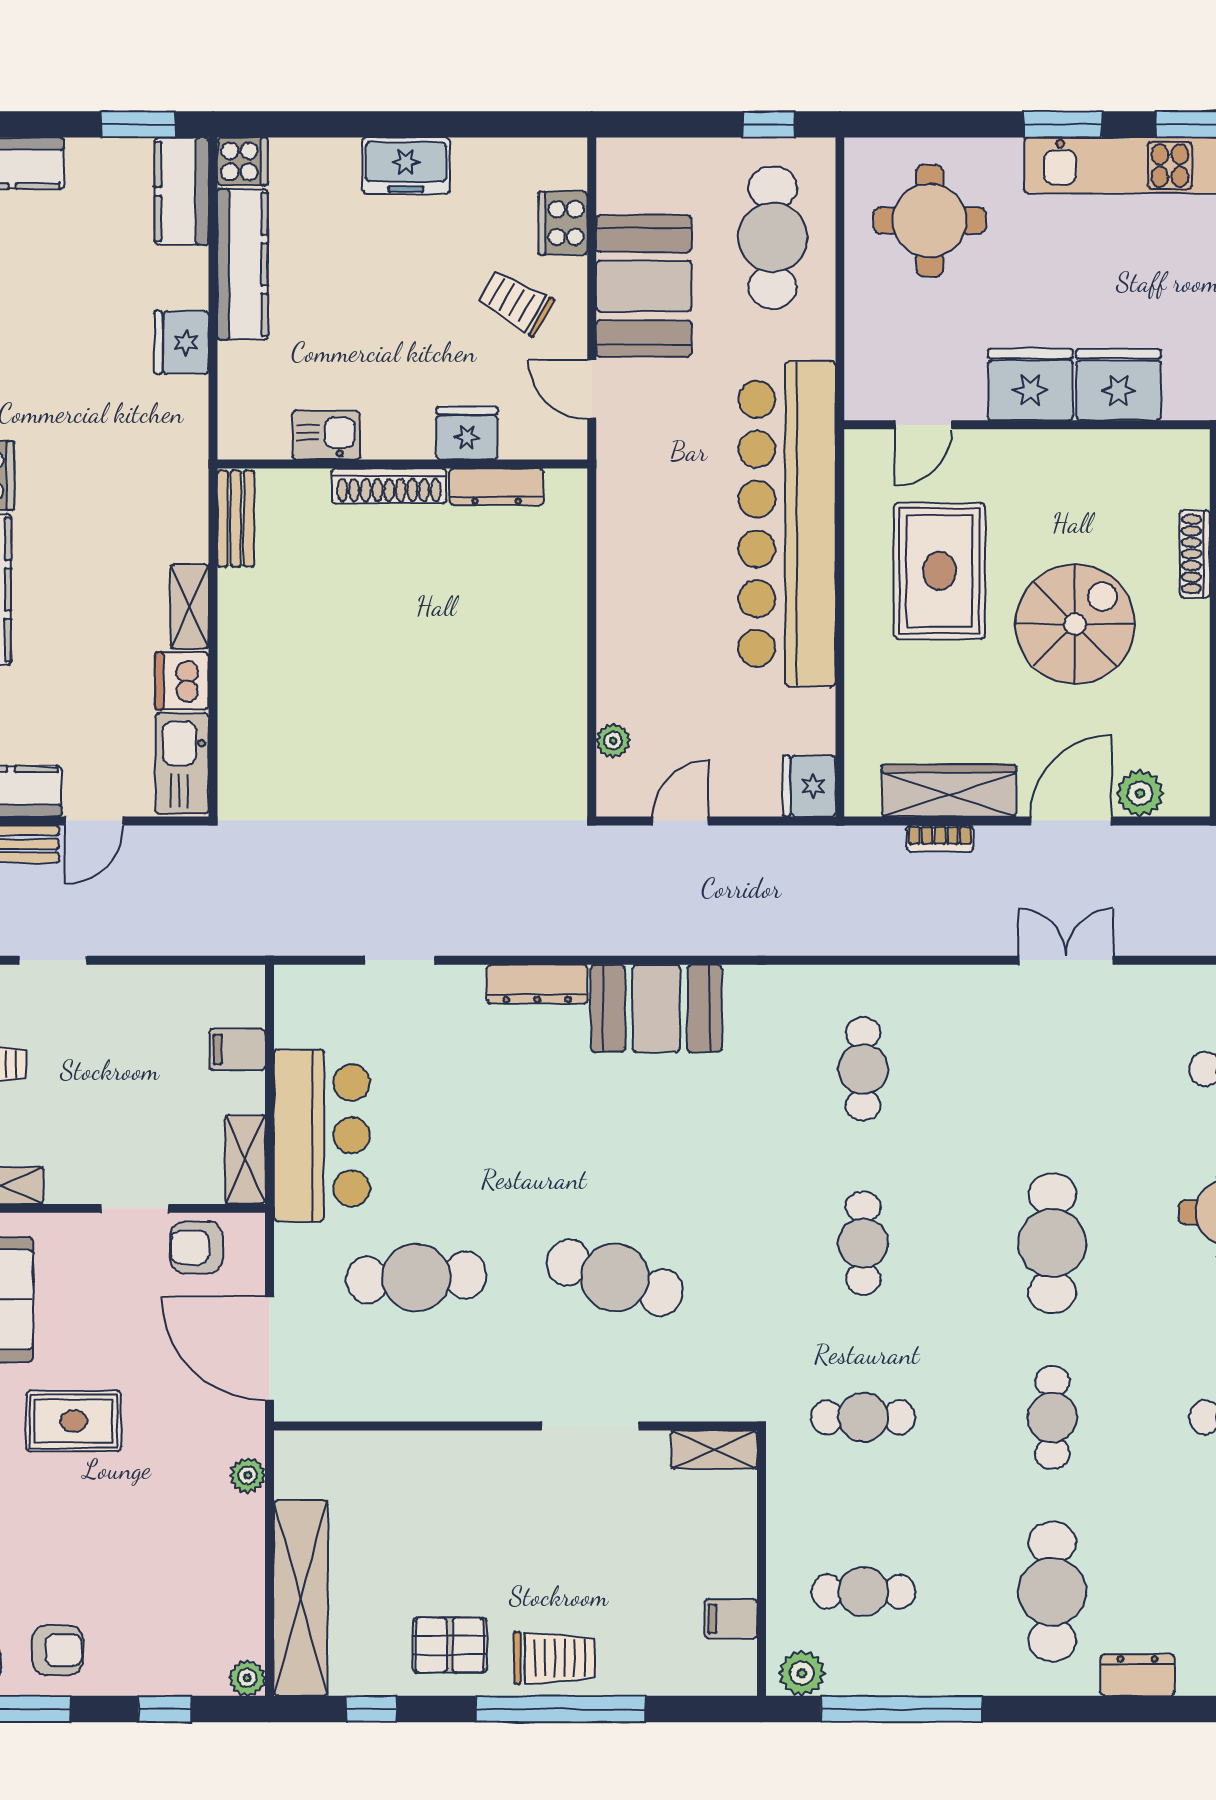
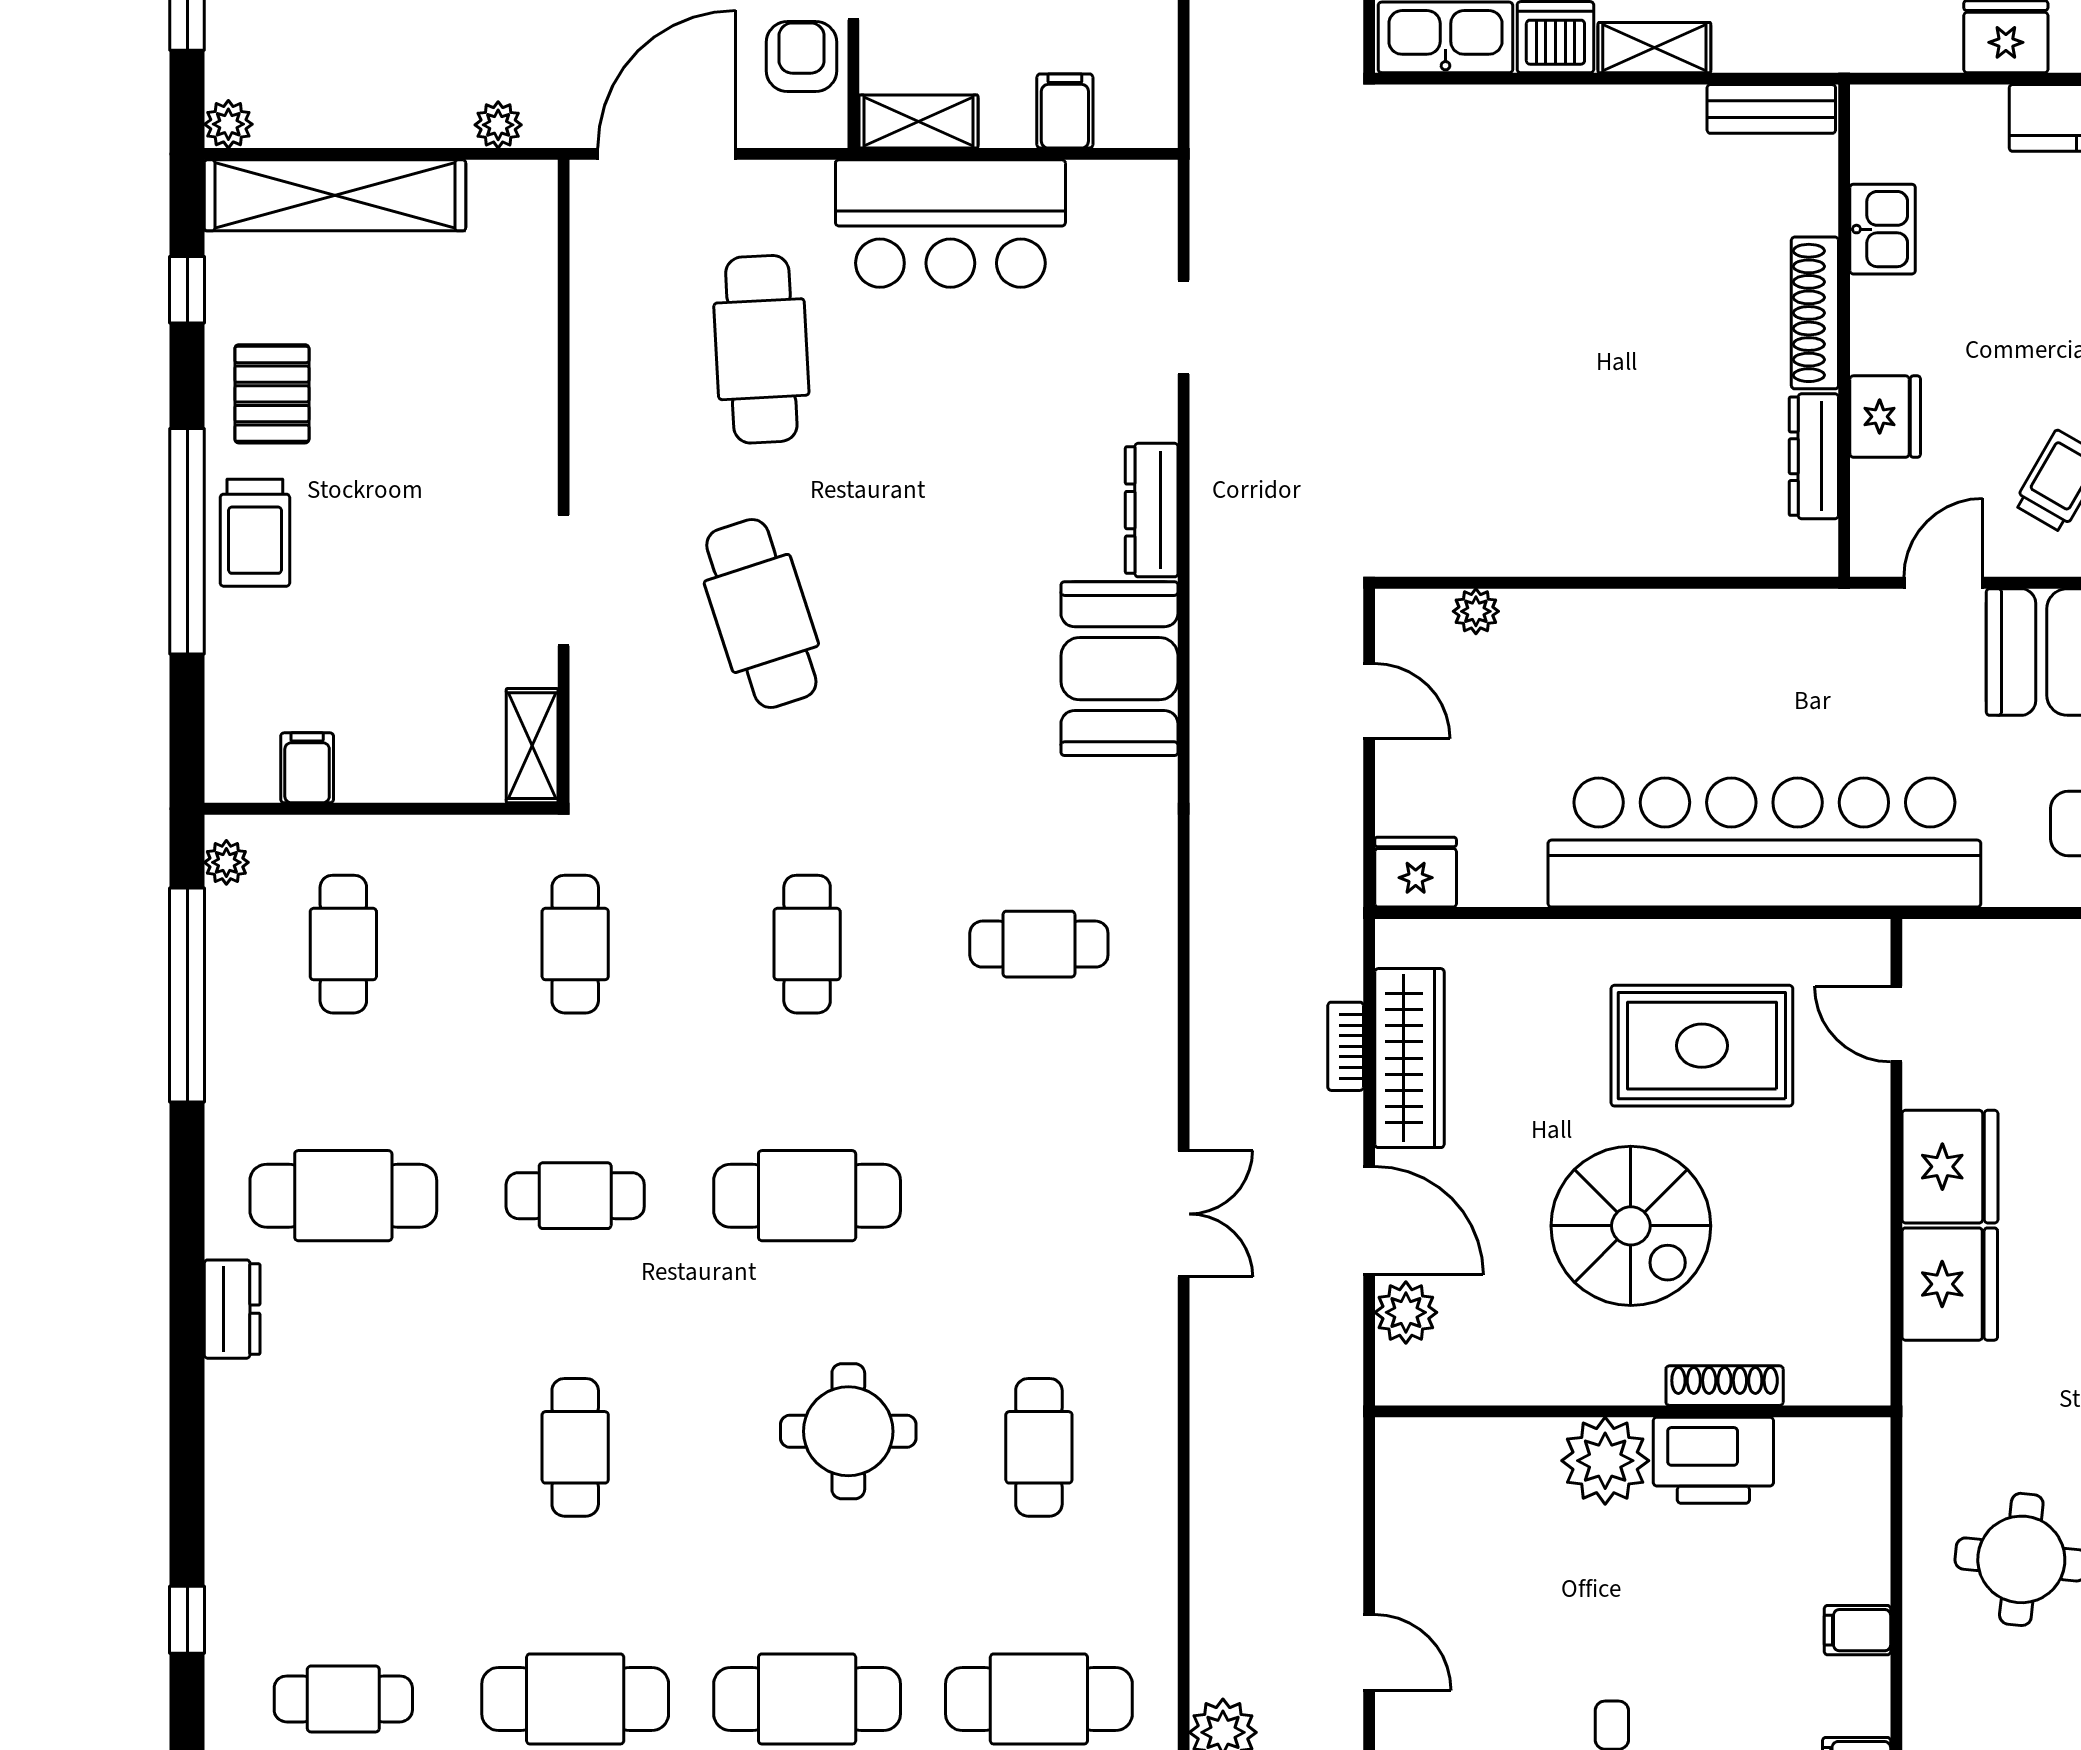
cafe table: (863, 1243) -> (807, 944), turned 90
cafe table: (615, 1277) -> (761, 613), turned -36
plant: (802, 1673) -> (226, 862), width x0.73, depth x0.73

